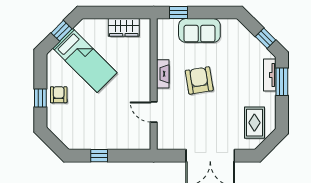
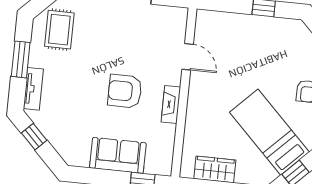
armchair: (199, 80) -> (125, 91), turned 99
window: (282, 82) -> (21, 59), moved

